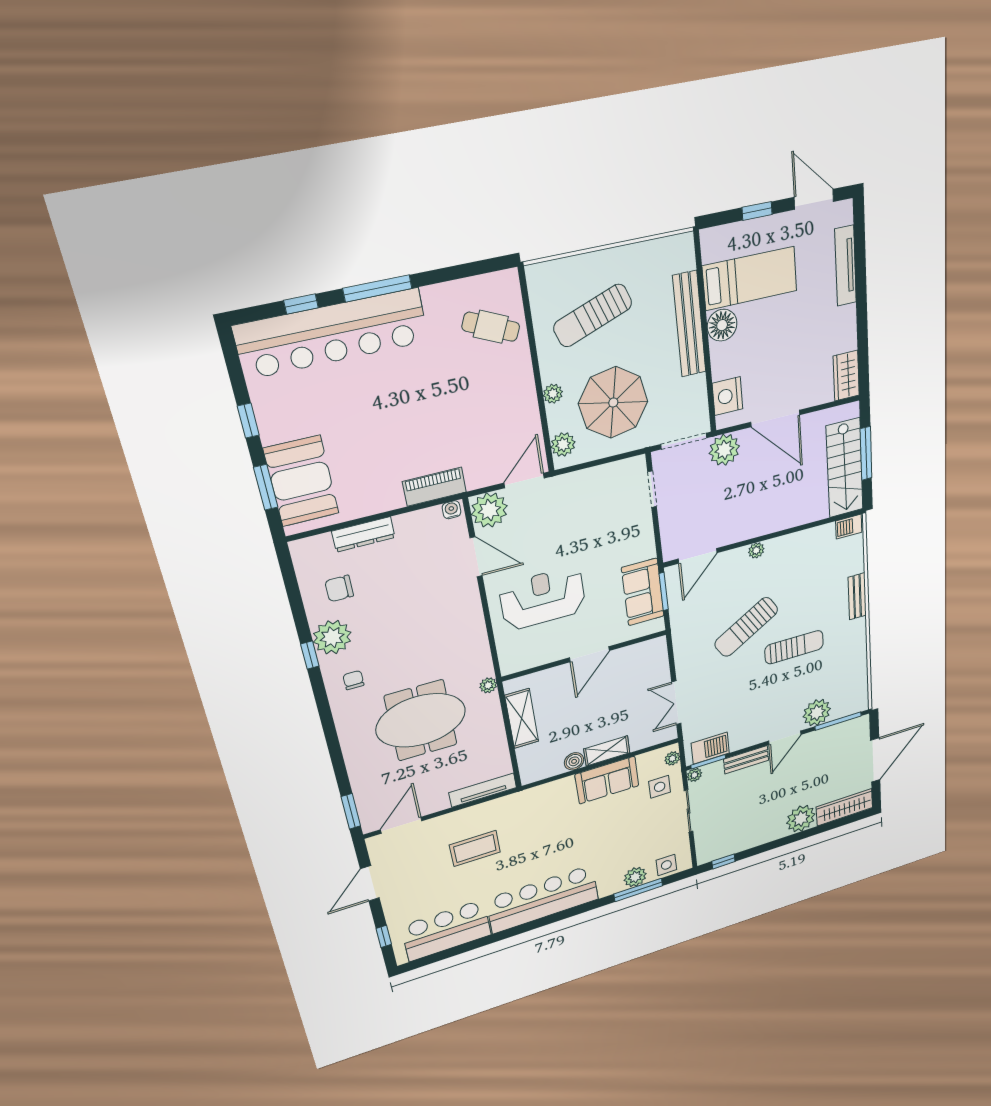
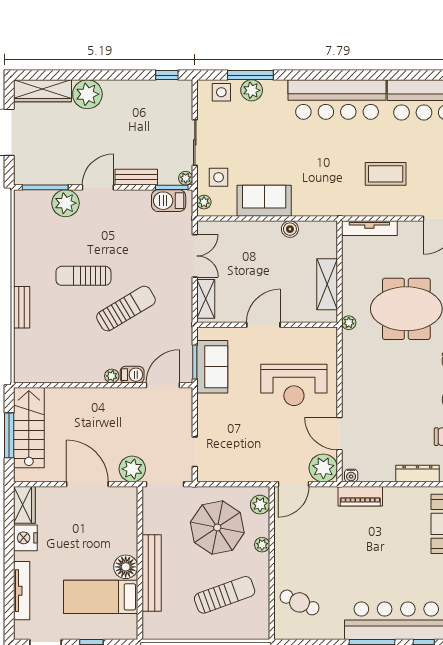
nightstand: (728, 396) -> (25, 538), moved, turned 180
barbecue: (849, 527) -> (132, 375), moved
shelving: (607, 751) -> (206, 299), moved, turned 90

